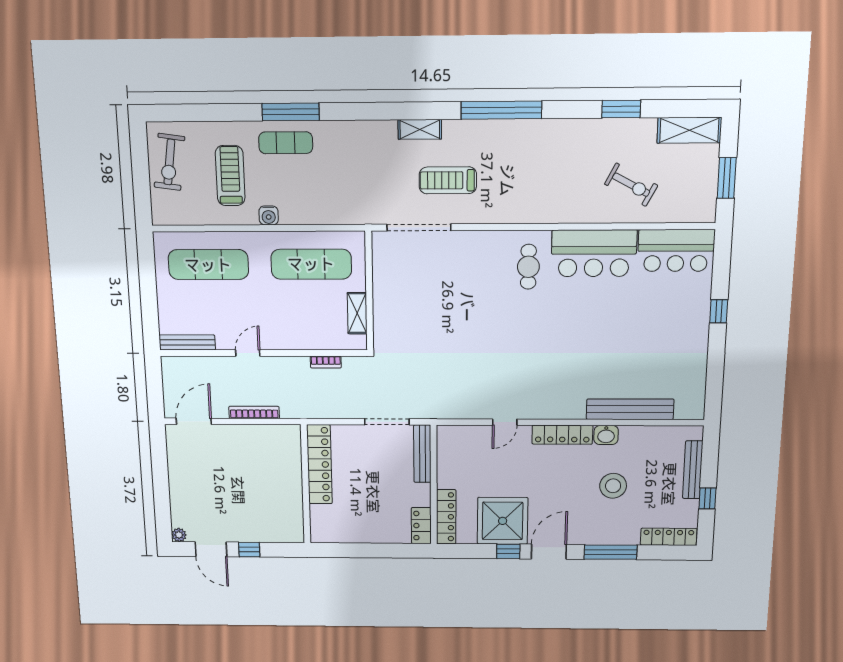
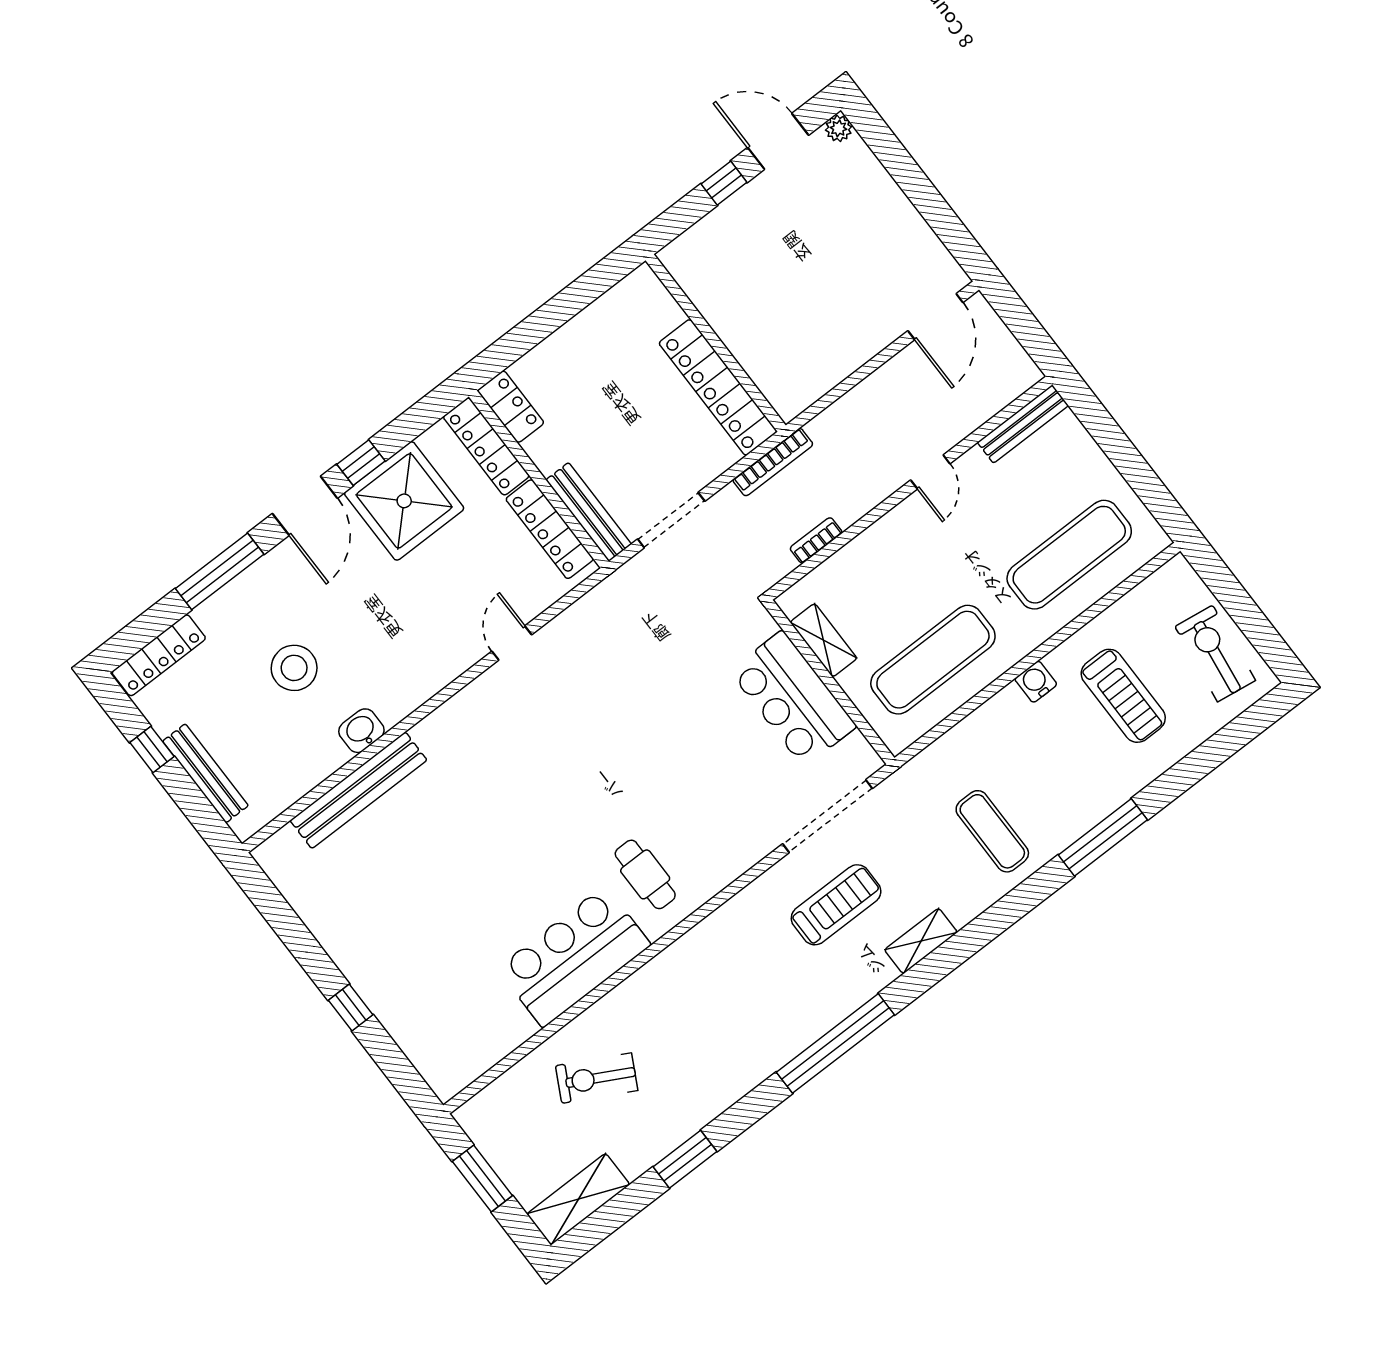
exercise mat: (286, 143) -> (992, 831), moved, turned 90
bar counter: (676, 251) -> (793, 699), moved, turned -90
bookcase: (254, 412) -> (773, 462), moved
locker: (562, 435) -> (550, 529), moved, turned -90

